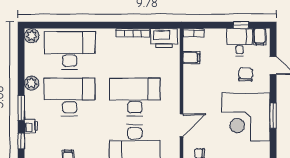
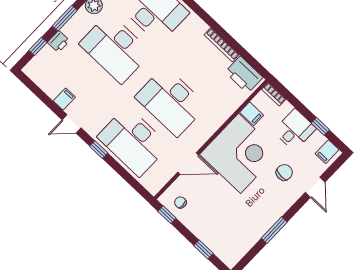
desk: (240, 42) -> (295, 130), moved
desk: (70, 97) -> (115, 48), turned 180
desk: (135, 97) -> (171, 101), turned 180
corner desk: (246, 117) -> (240, 153), moved, turned 180

